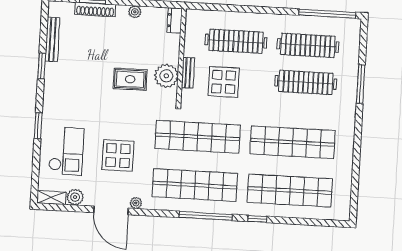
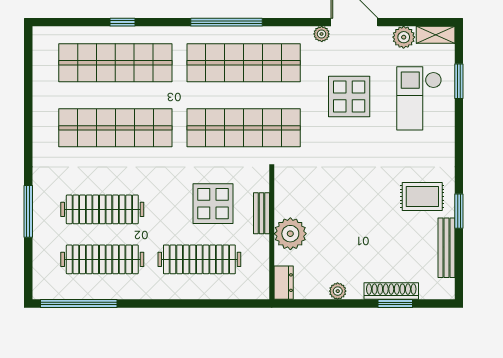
plant: (166, 76) -> (290, 234), moved
rug: (130, 79) -> (422, 197), moved
window: (38, 126) -> (459, 81), moved
window: (257, 219) -> (122, 22), moved

